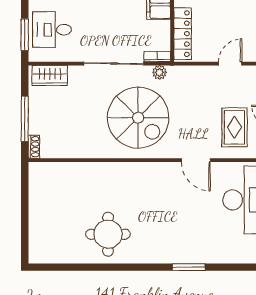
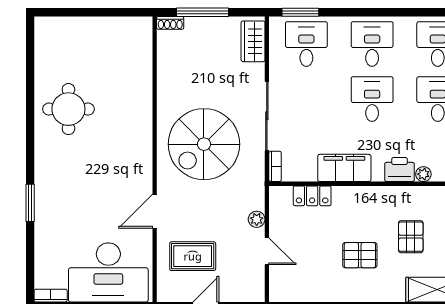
locker: (183, 34) -> (312, 196), width x0.66
plant: (159, 72) -> (257, 219), moved

